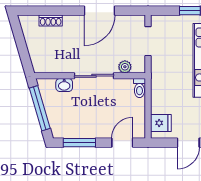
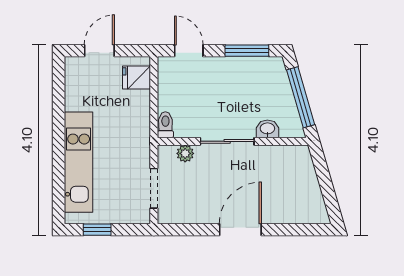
door: (100, 11) -> (240, 230), moved
shoe rack: (51, 20) -> (286, 216), removed
door: (122, 143) -> (189, 51), swing flipped

